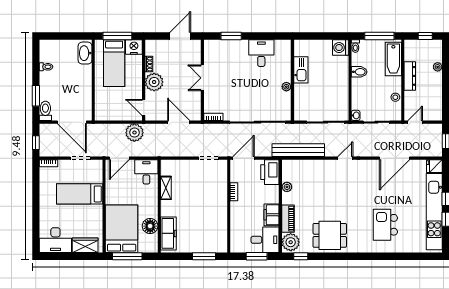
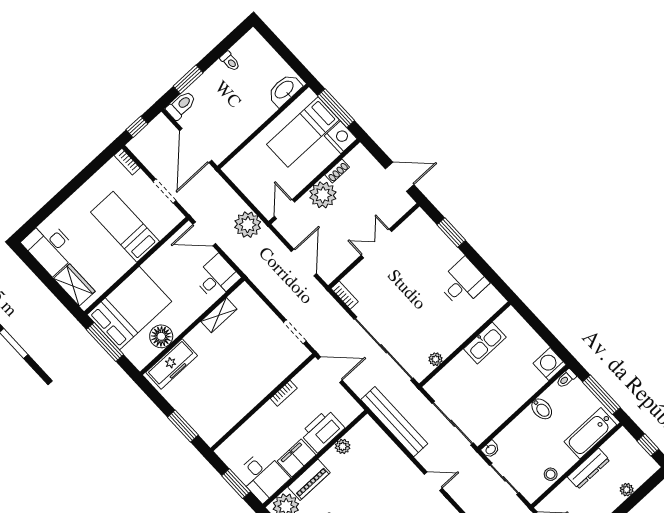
plant: (286, 87) -> (436, 359), moved
printer: (270, 172) -> (322, 431), moved

